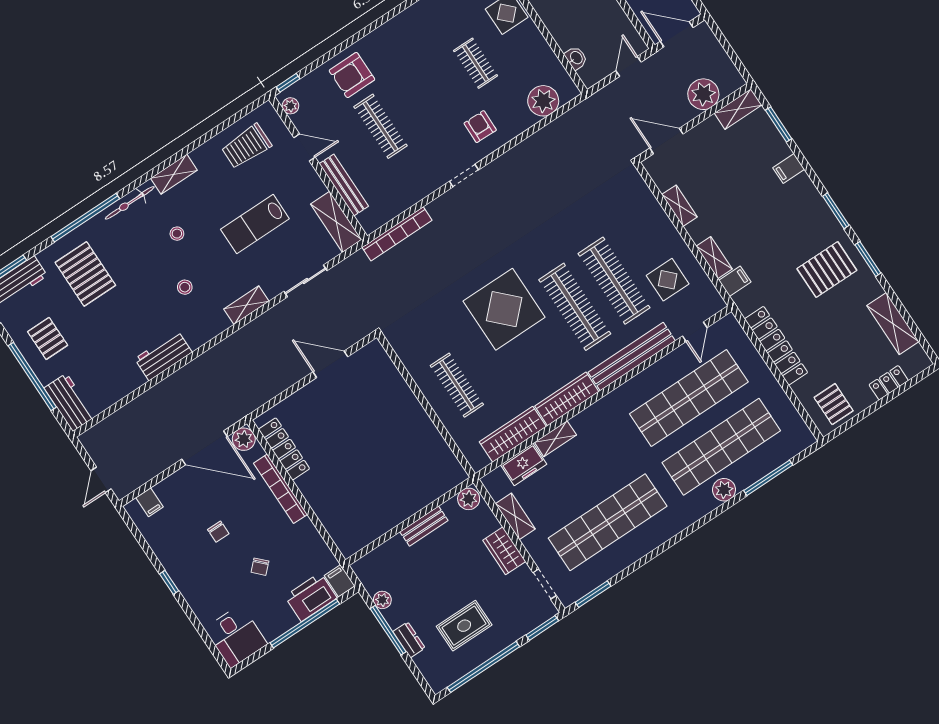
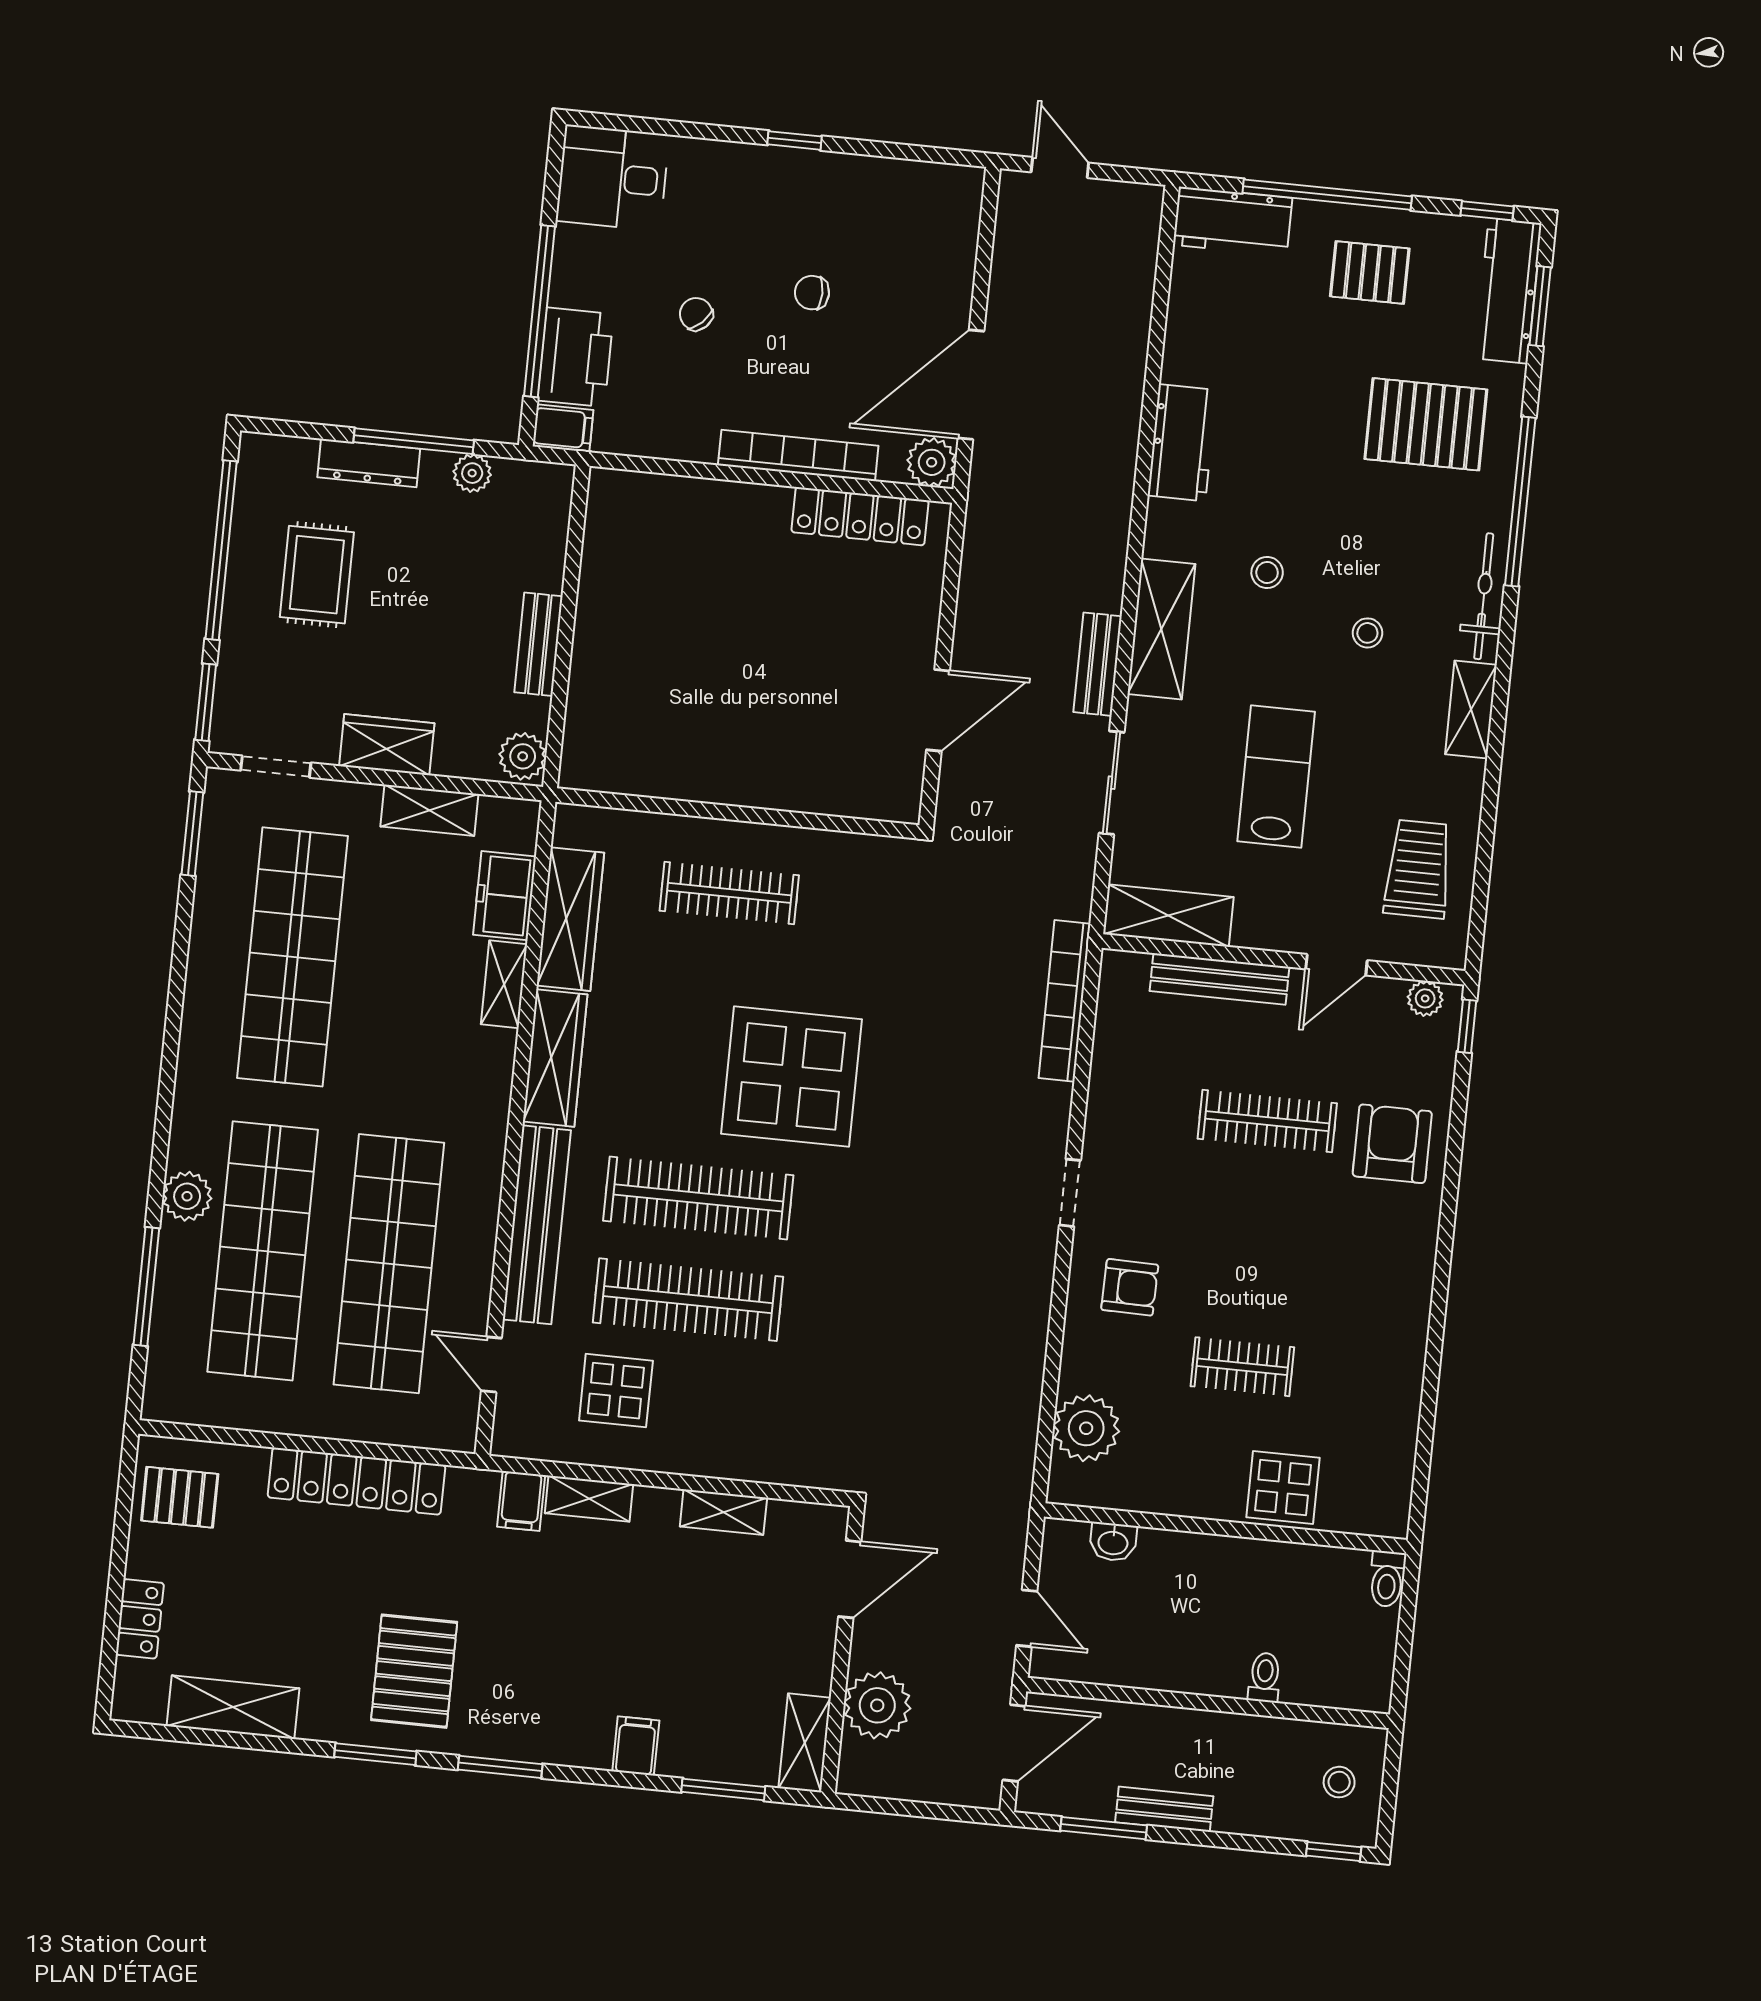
shelving: (246, 305) -> (1161, 629), width x1.50, depth x1.33
bench: (267, 321) -> (1098, 664), added
filing cabinet: (149, 502) -> (956, 218), removed
dresser: (409, 640) -> (369, 463), width x1.44

